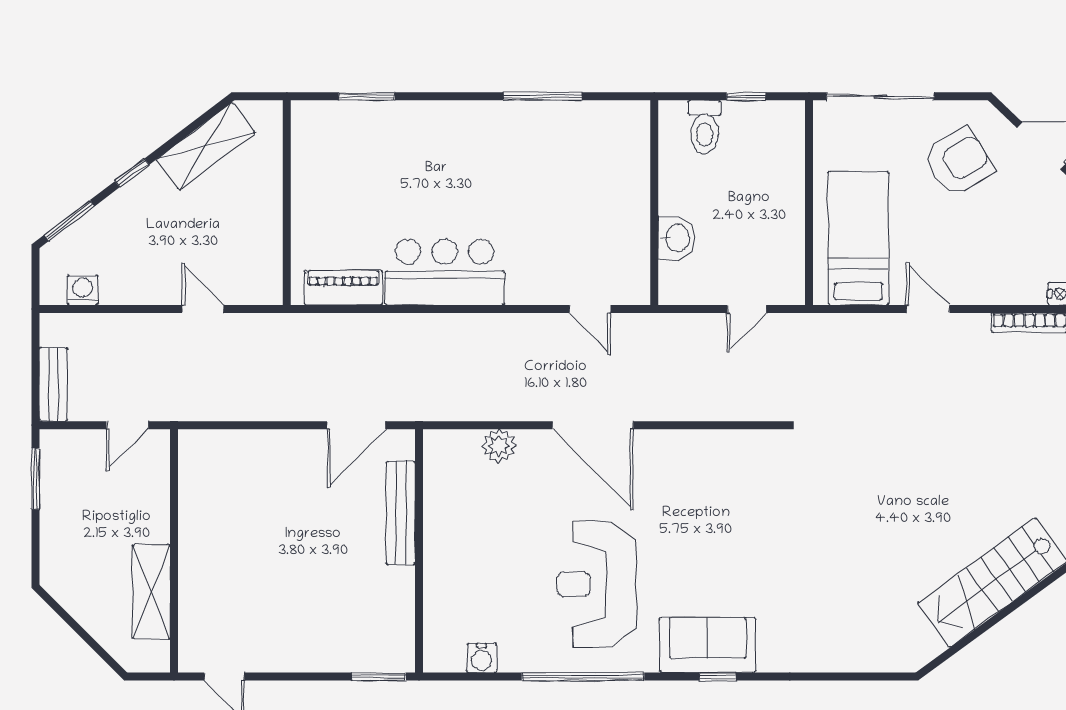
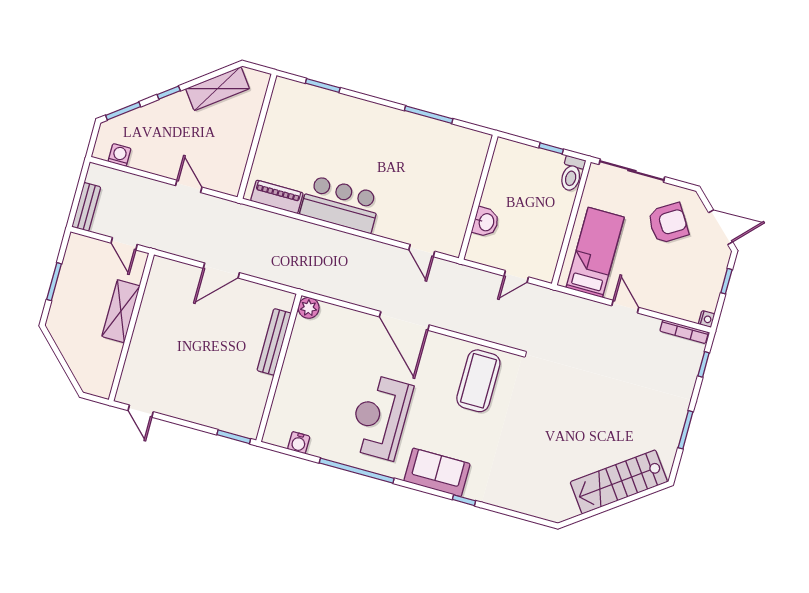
toilet: (705, 127) -> (572, 174), moved
door: (127, 425) -> (124, 244), hinge flipped
door: (356, 425) -> (221, 271), moved
plant: (499, 446) -> (309, 308), moved
window: (35, 479) -> (54, 282), moved
coffee table: (733, 486) -> (478, 381), added
shelving: (151, 592) -> (121, 311), moved
window: (718, 677) -> (464, 500), moved

